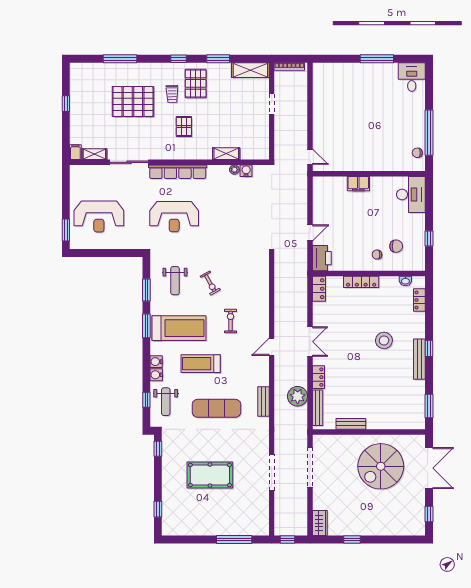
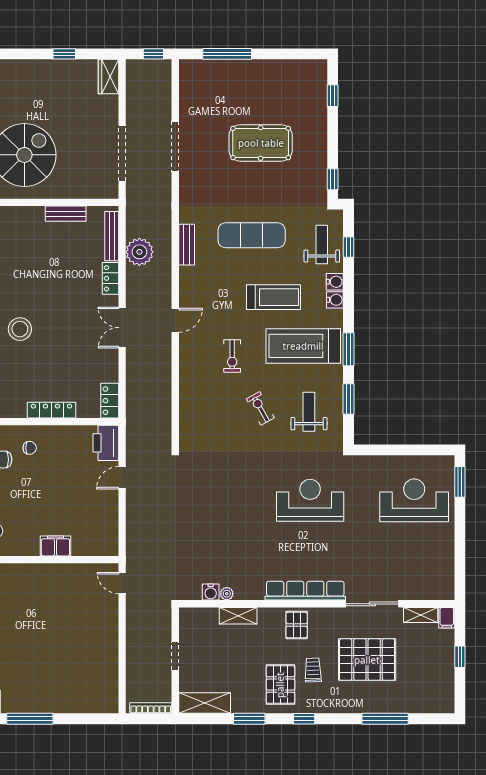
filing cabinet: (75, 152) -> (447, 618), moved
shelving: (94, 154) -> (421, 615), moved
shelving: (226, 154) -> (238, 616), moved
sliding door: (129, 162) -> (372, 604), moved
wall: (169, 162) -> (317, 604), moved
plant: (234, 170) -> (227, 594), moved
water cooler: (246, 171) -> (211, 592), moved
row of seats: (178, 172) -> (305, 591), moved

